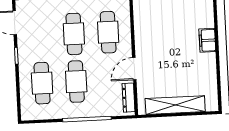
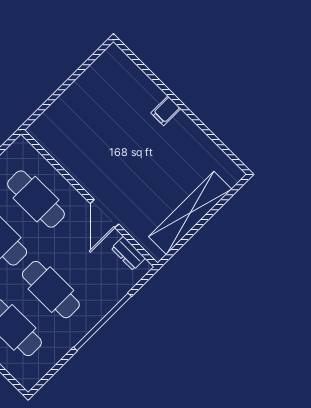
filing cabinet: (207, 40) -> (166, 111), width x0.50
dresser: (128, 98) -> (128, 253), width x0.70

